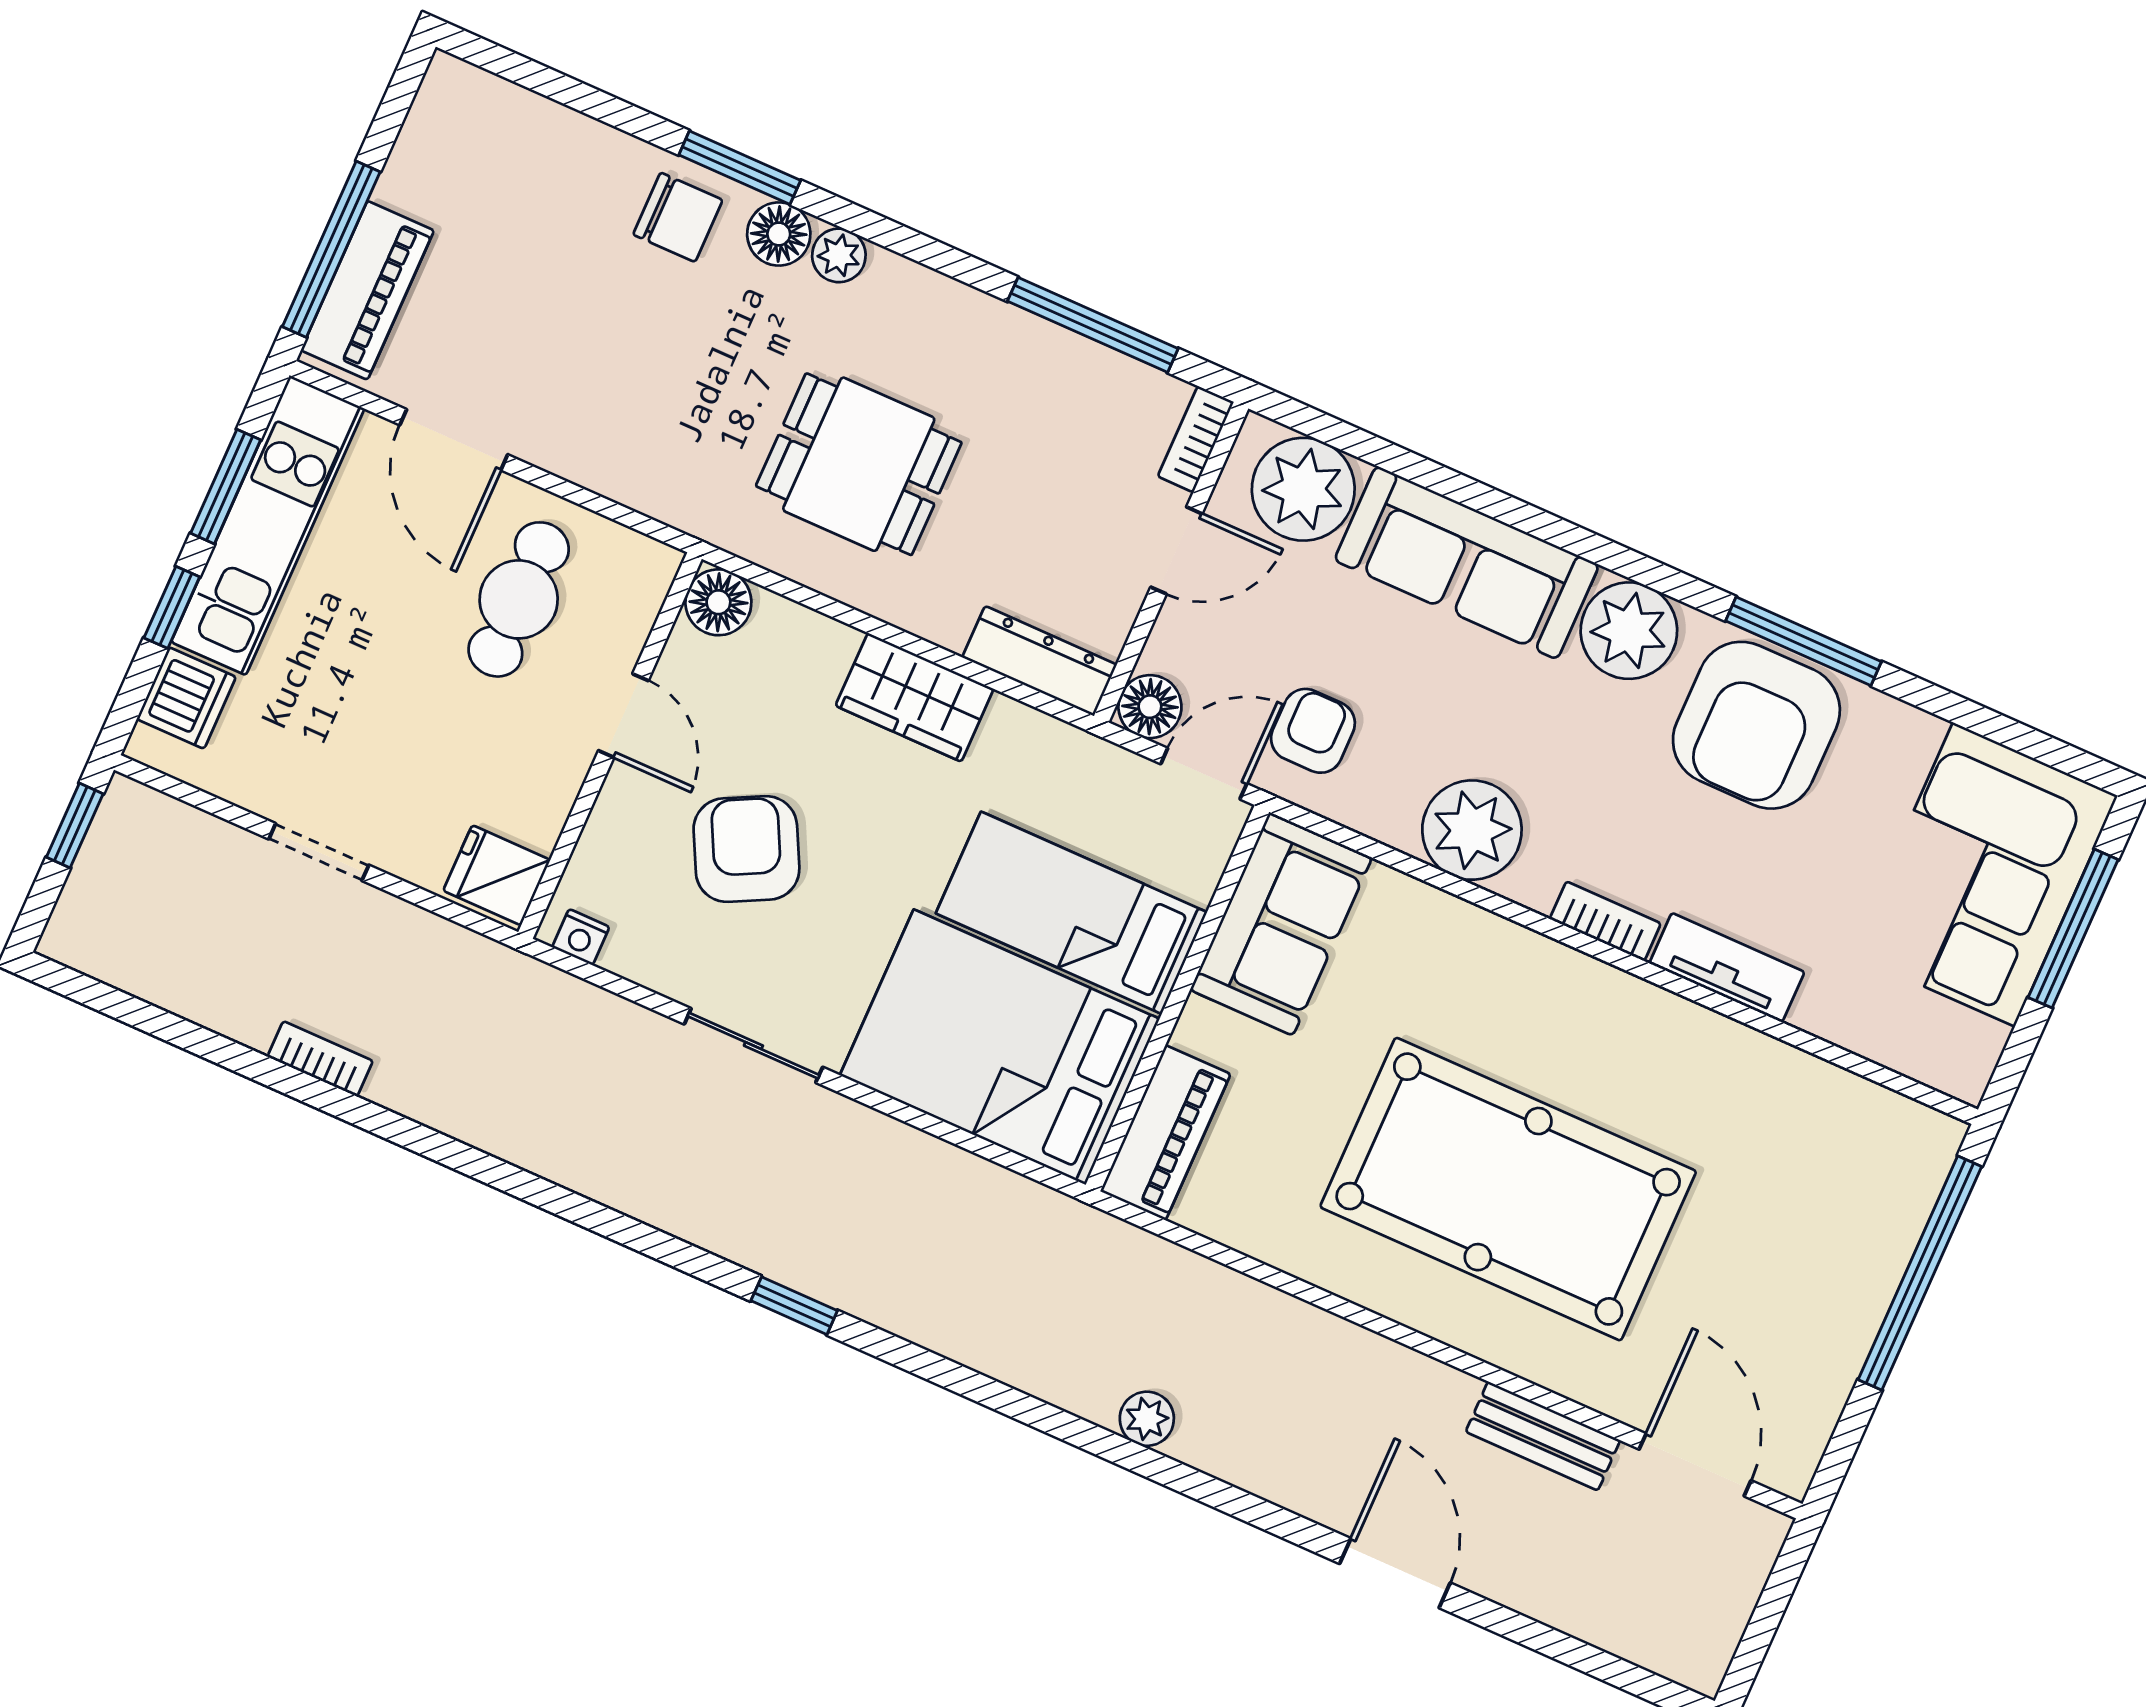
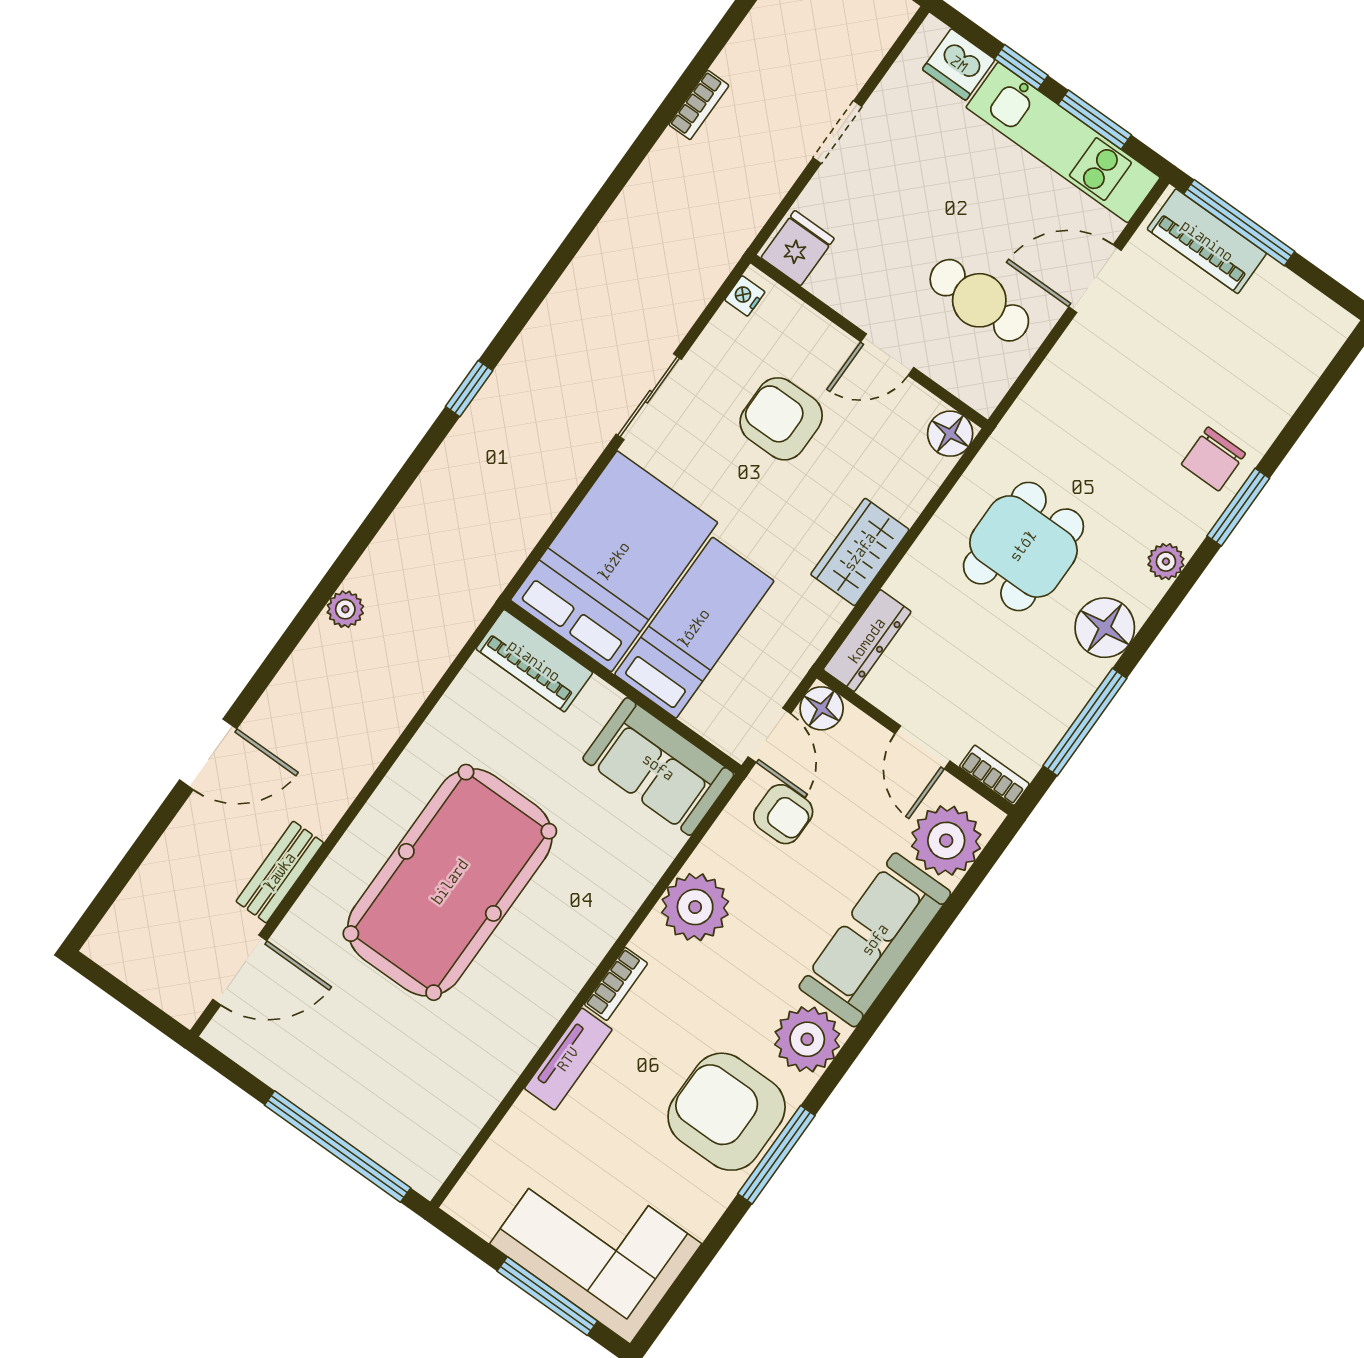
floor lamp: (779, 234) -> (1105, 628), moved, width x1.38, depth x1.38
armchair: (746, 849) -> (781, 419), turned -153

